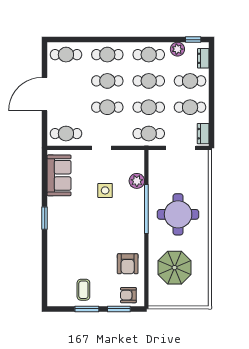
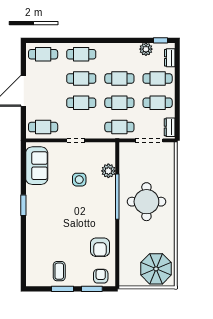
cafe table: (149, 55) -> (119, 54), removed
parasol: (175, 268) -> (156, 269), moved
armchair: (128, 295) -> (101, 276), turned 90

